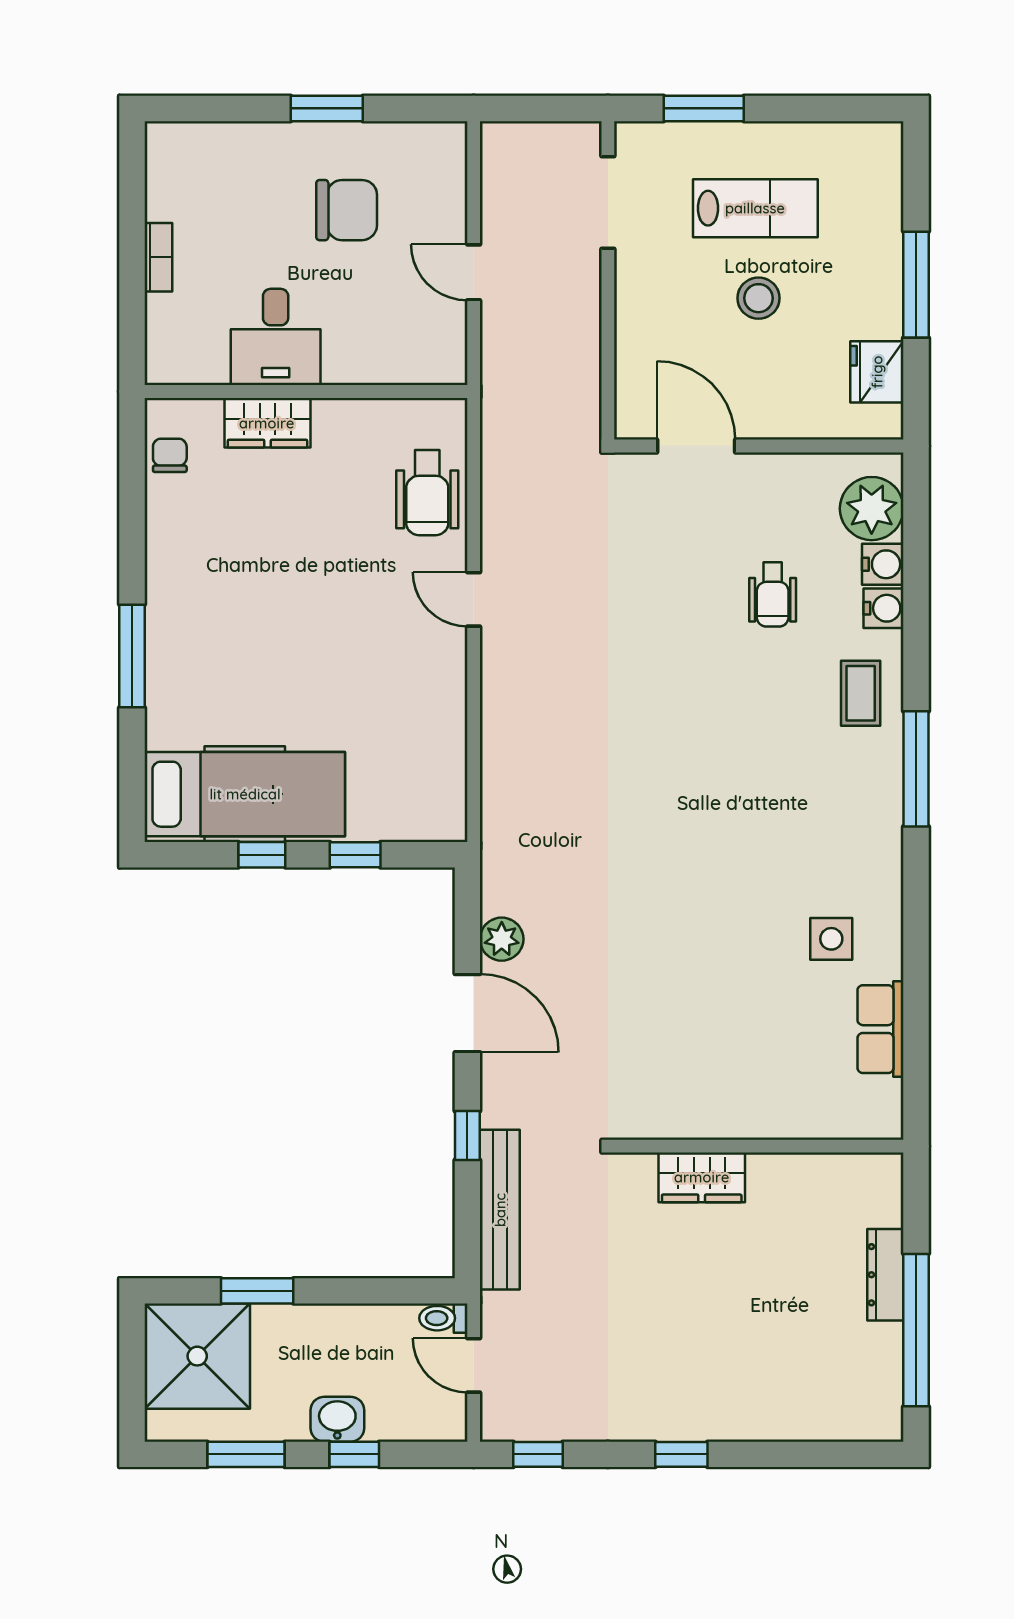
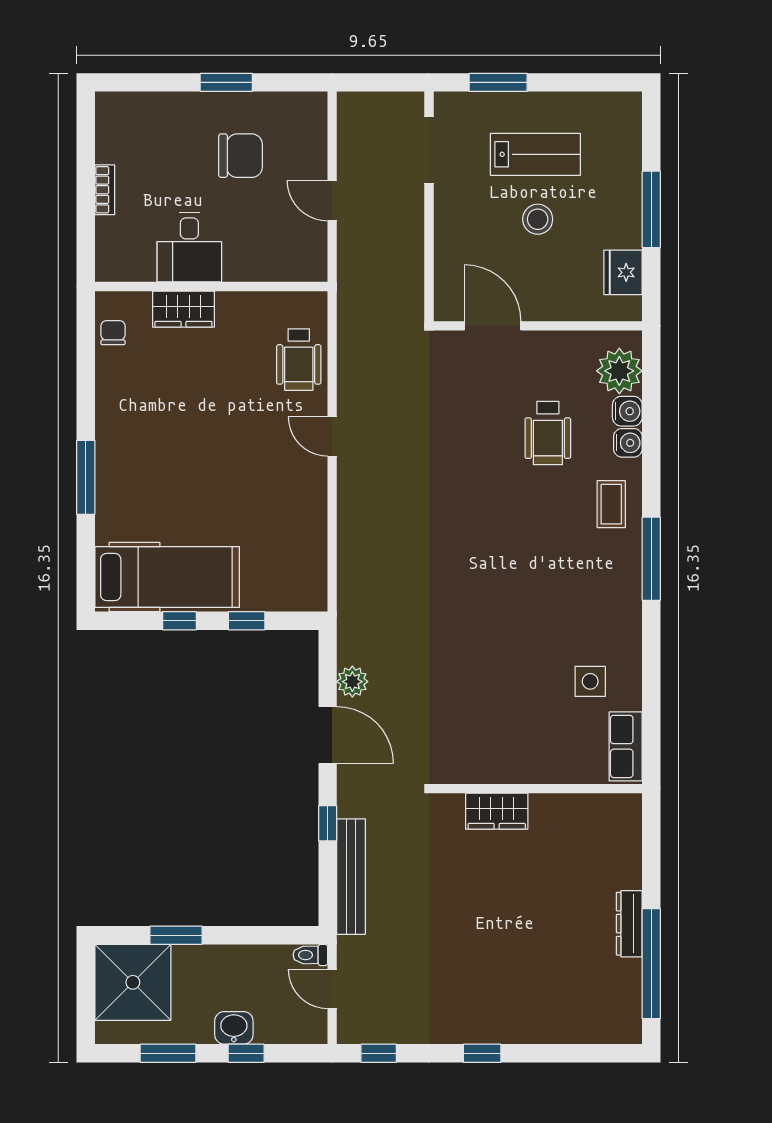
wheelchair: (773, 595) -> (548, 433), width x1.36, depth x1.37
wall: (759, 1146) -> (538, 789), moved
wardrobe: (702, 1177) -> (497, 811), moved

